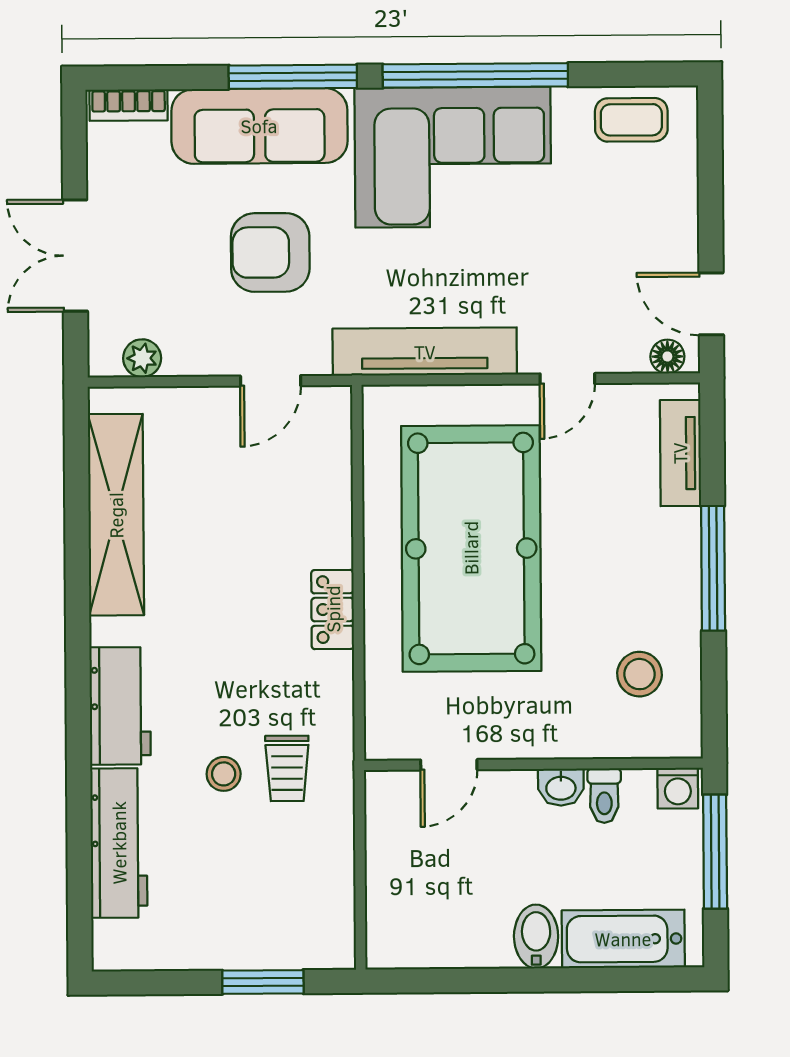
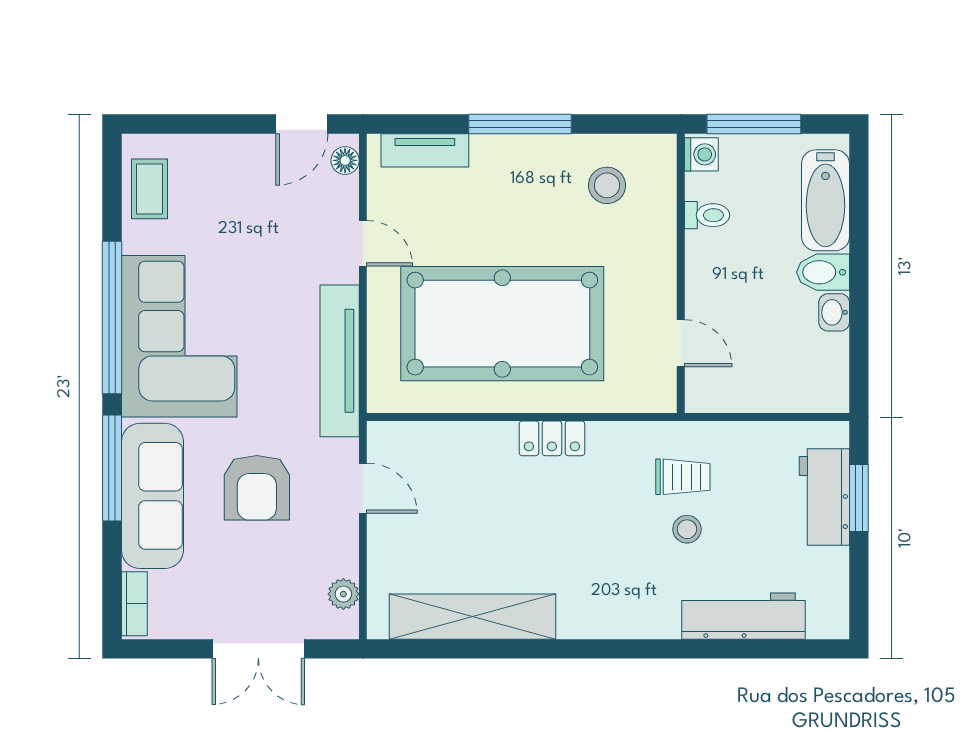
workbench: (120, 706) -> (824, 497), moved, turned -90
washbasin: (561, 787) -> (834, 312), moved, turned 180

